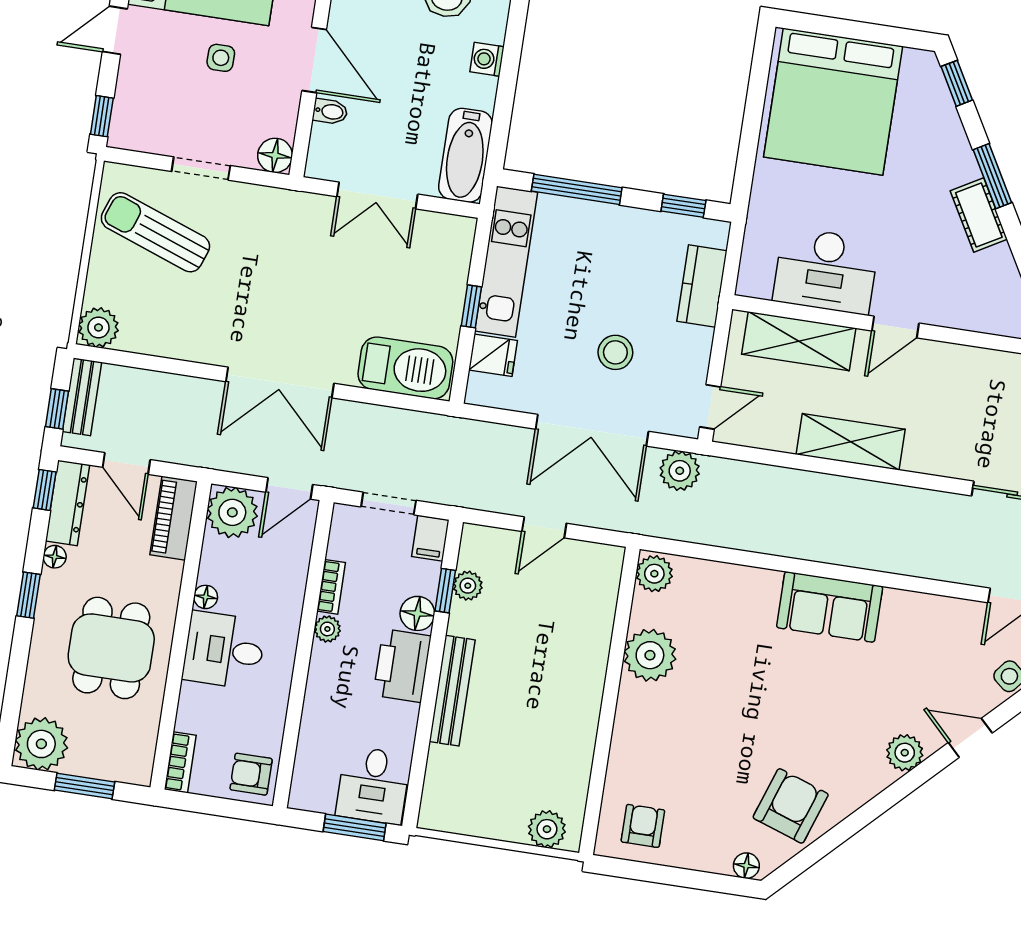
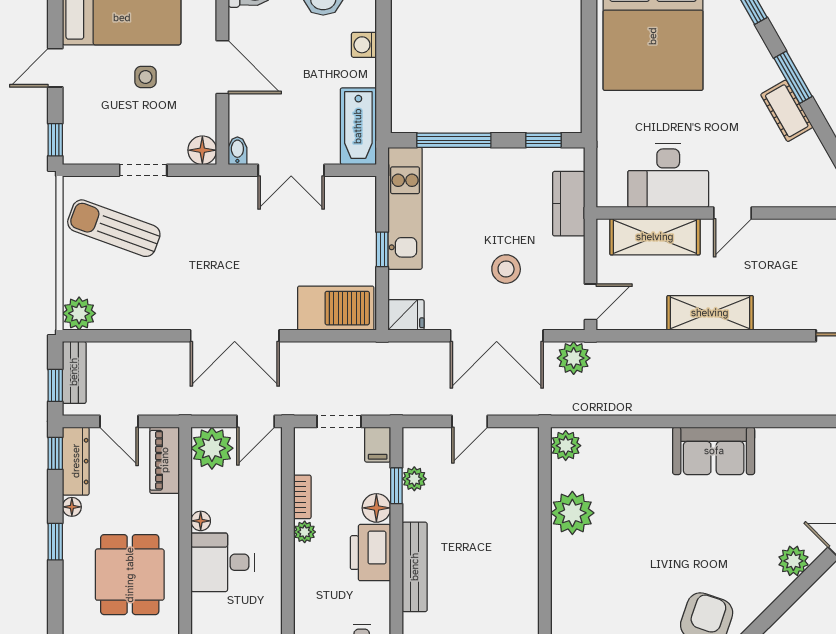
bidet: (330, 112) -> (237, 151), moved, turned -90
fridge: (493, 355) -> (406, 315), moved

